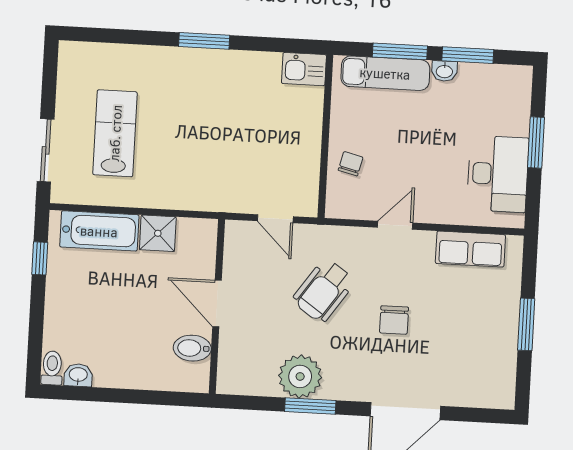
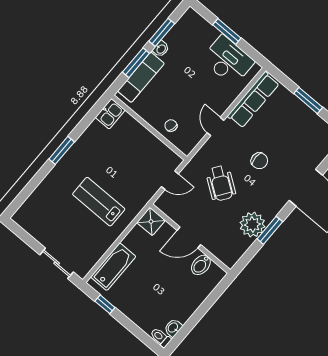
lab bench: (115, 133) -> (99, 202), moved
shower: (158, 233) -> (151, 221), moved
row of seats: (470, 249) -> (253, 100), width x1.48

